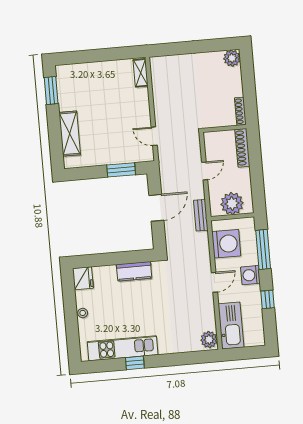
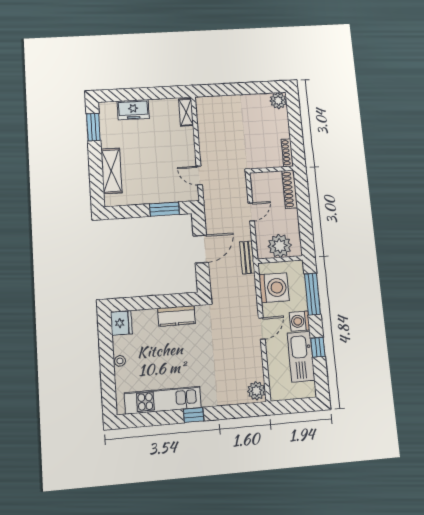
freezer: (89, 72) -> (133, 110), added
kitchen sink: (231, 326) -> (301, 357), moved, turned 180
window: (135, 363) -> (194, 415), moved

